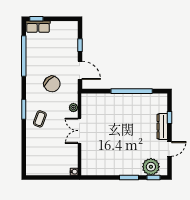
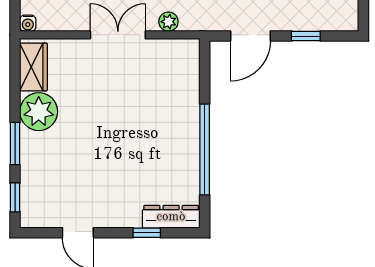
dresser: (162, 127) -> (171, 217), moved
plant: (151, 167) -> (39, 112), moved
wardrobe: (94, 169) -> (34, 67), added

